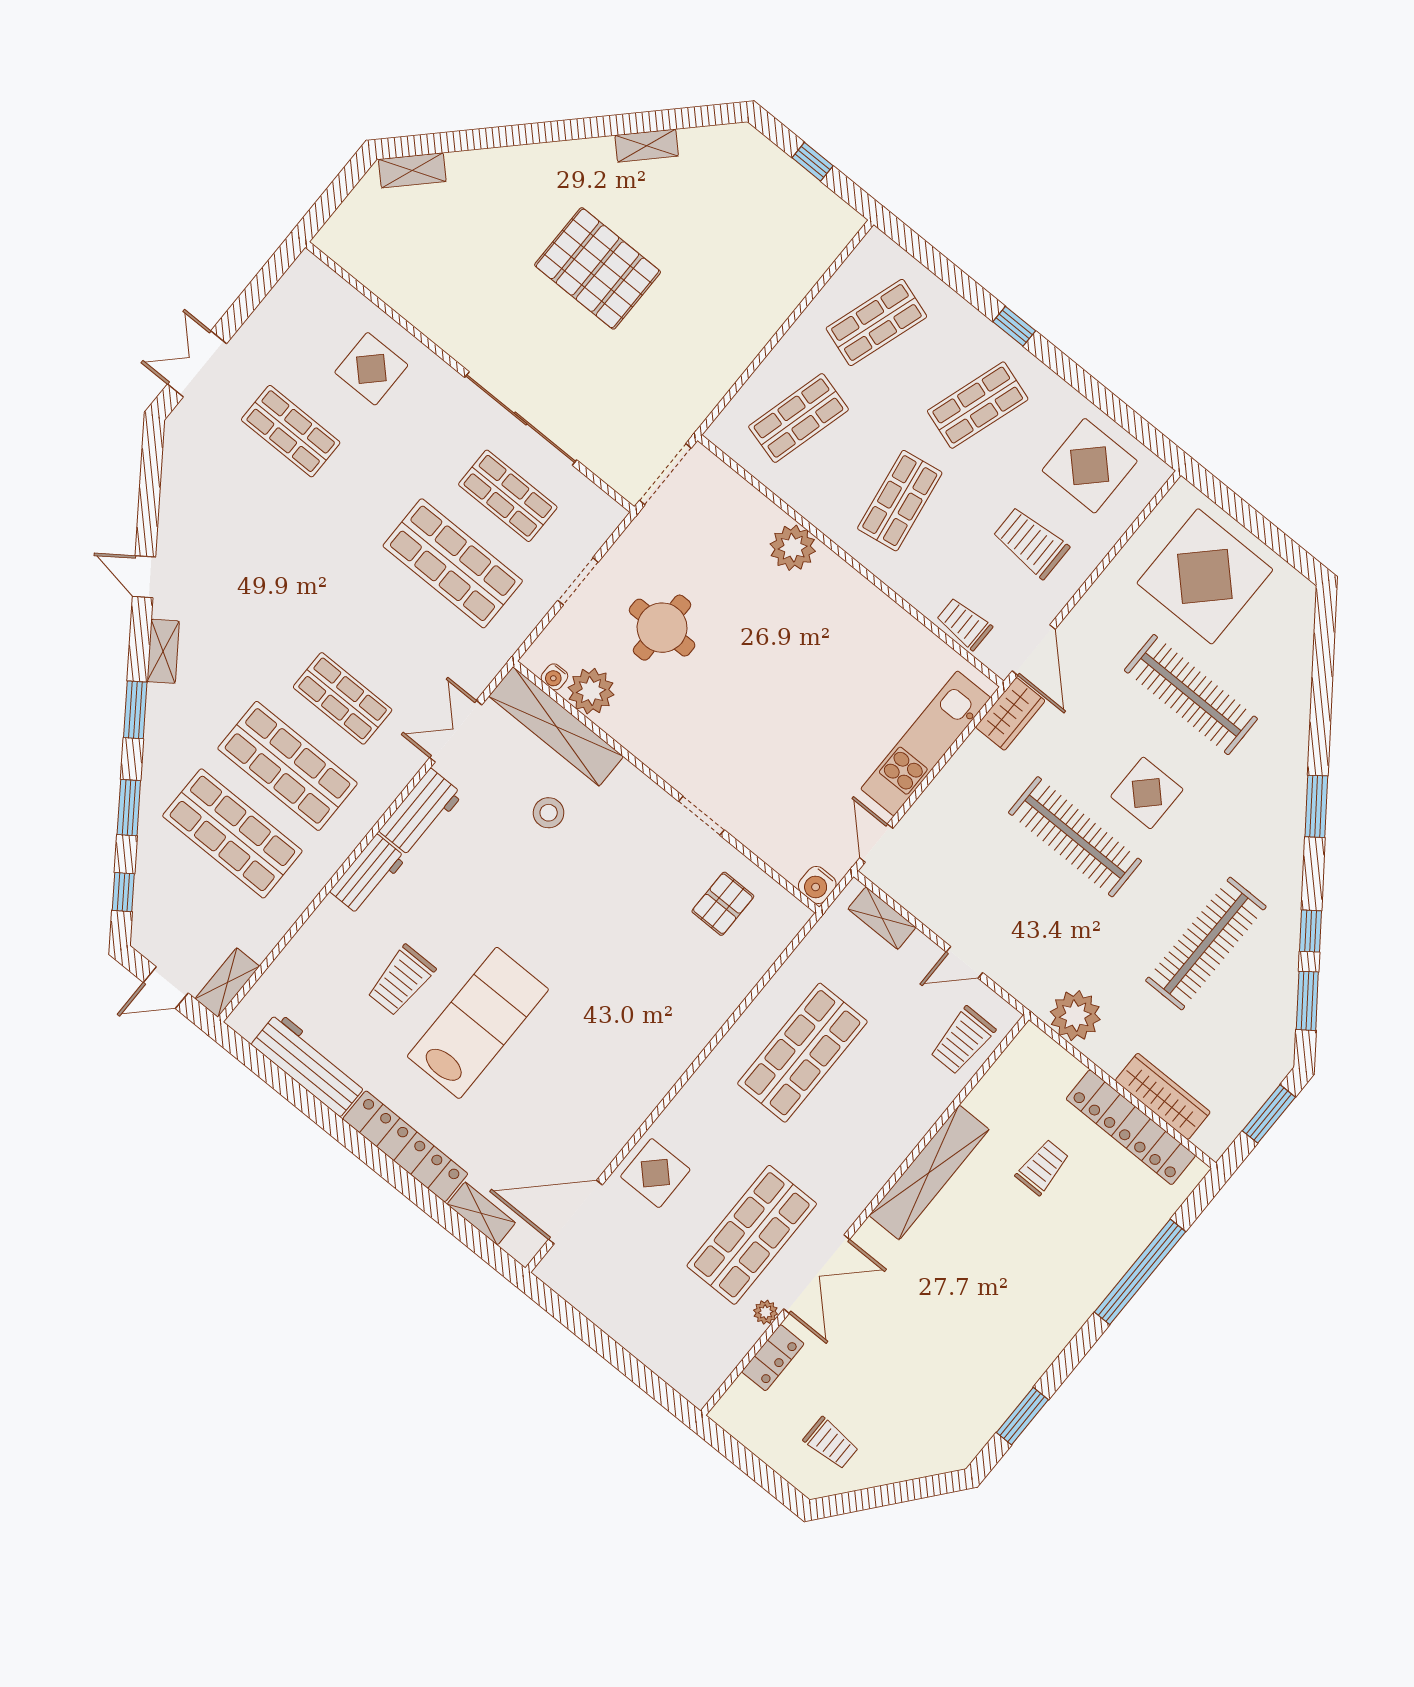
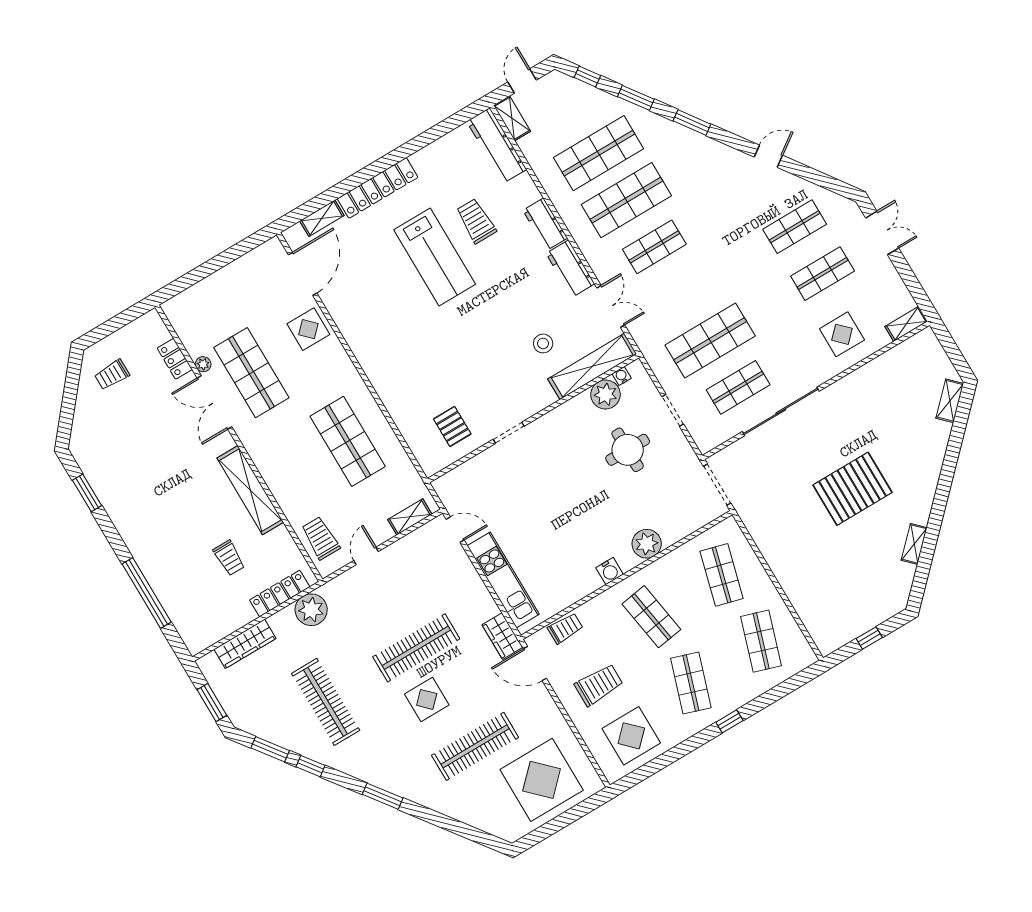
shop shelf: (236, 499) -> (795, 227), added
shelving: (163, 651) -> (906, 324), moved, turned -55
water cooler: (817, 885) -> (610, 571), moved, turned 180
workbench: (309, 1064) -> (497, 145), moved, turned 90
locker: (1131, 1127) -> (280, 593), moved, width x0.71, depth x0.83

